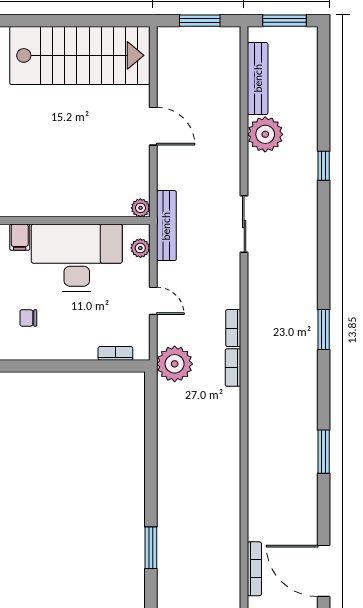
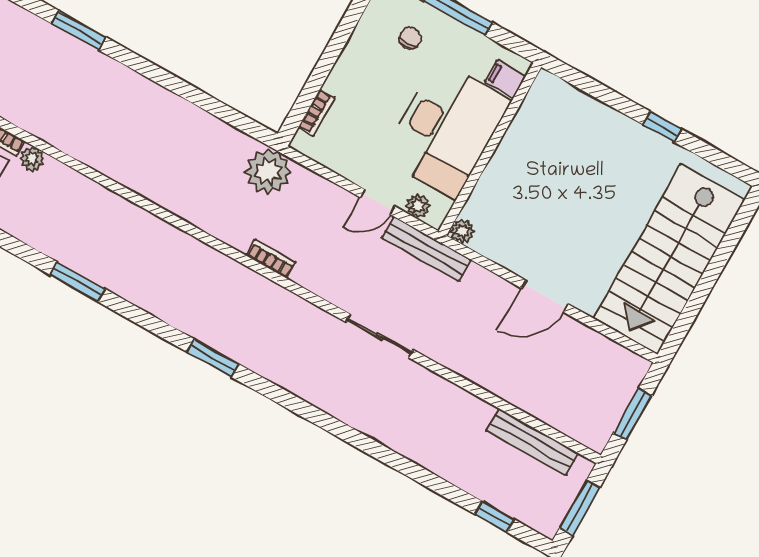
plant: (265, 134) -> (32, 159), moved, width x0.53, depth x0.53
window: (324, 166) -> (495, 517), moved
door: (153, 301) -> (377, 202), moved
bookcase: (233, 368) -> (227, 234), removed

